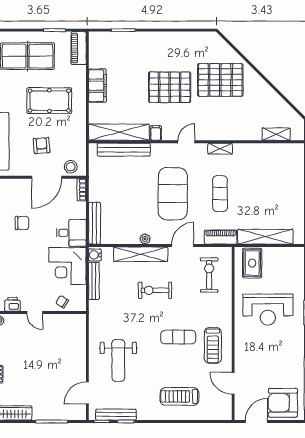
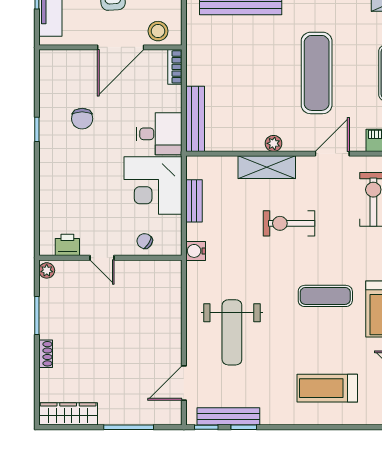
exercise mat: (173, 194) -> (317, 73), width x0.68
chair: (22, 223) -> (82, 119), turned 90
shelving: (141, 254) -> (267, 167), width x0.68
water cooler: (95, 255) -> (196, 251), moved
bench: (94, 281) -> (194, 201), width x0.73

